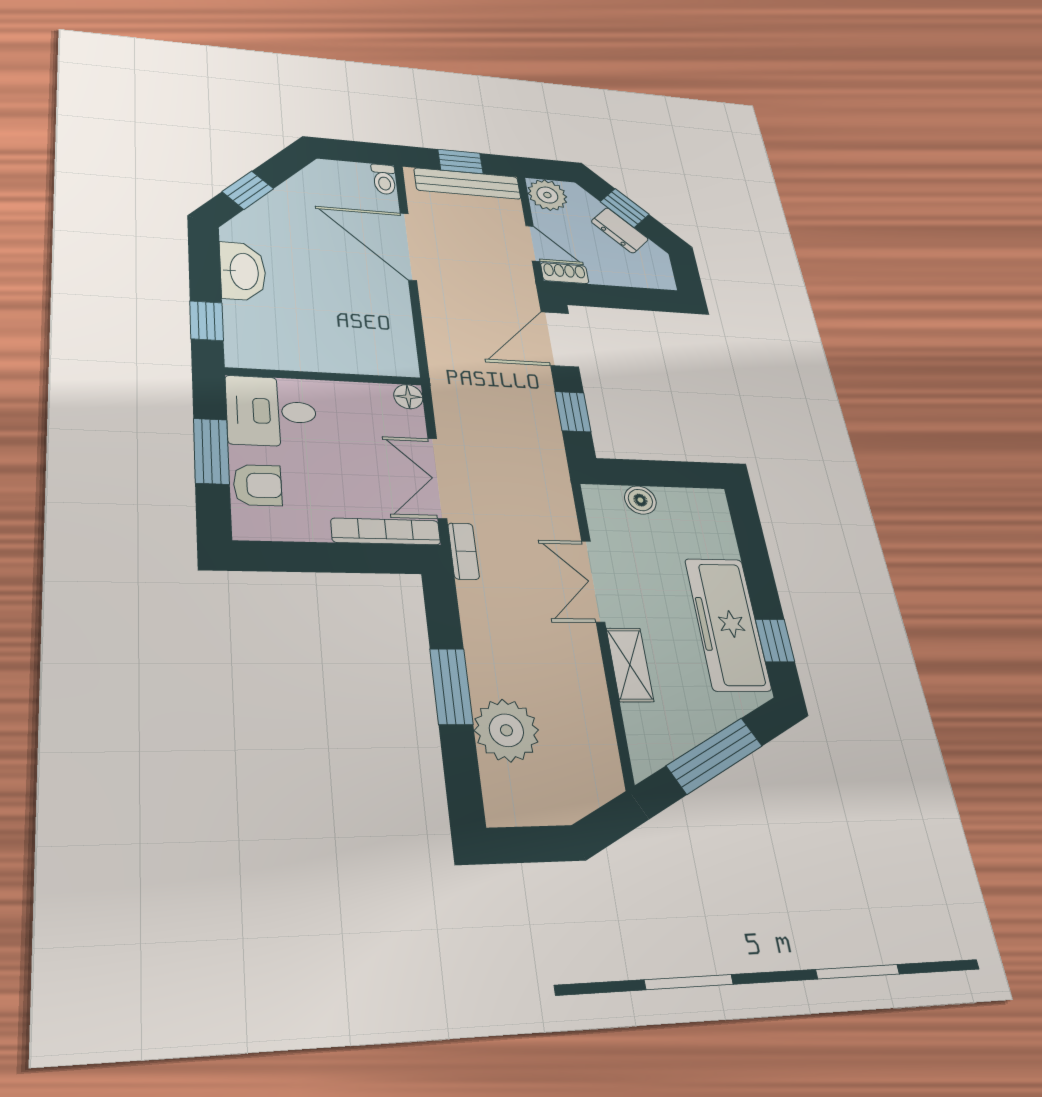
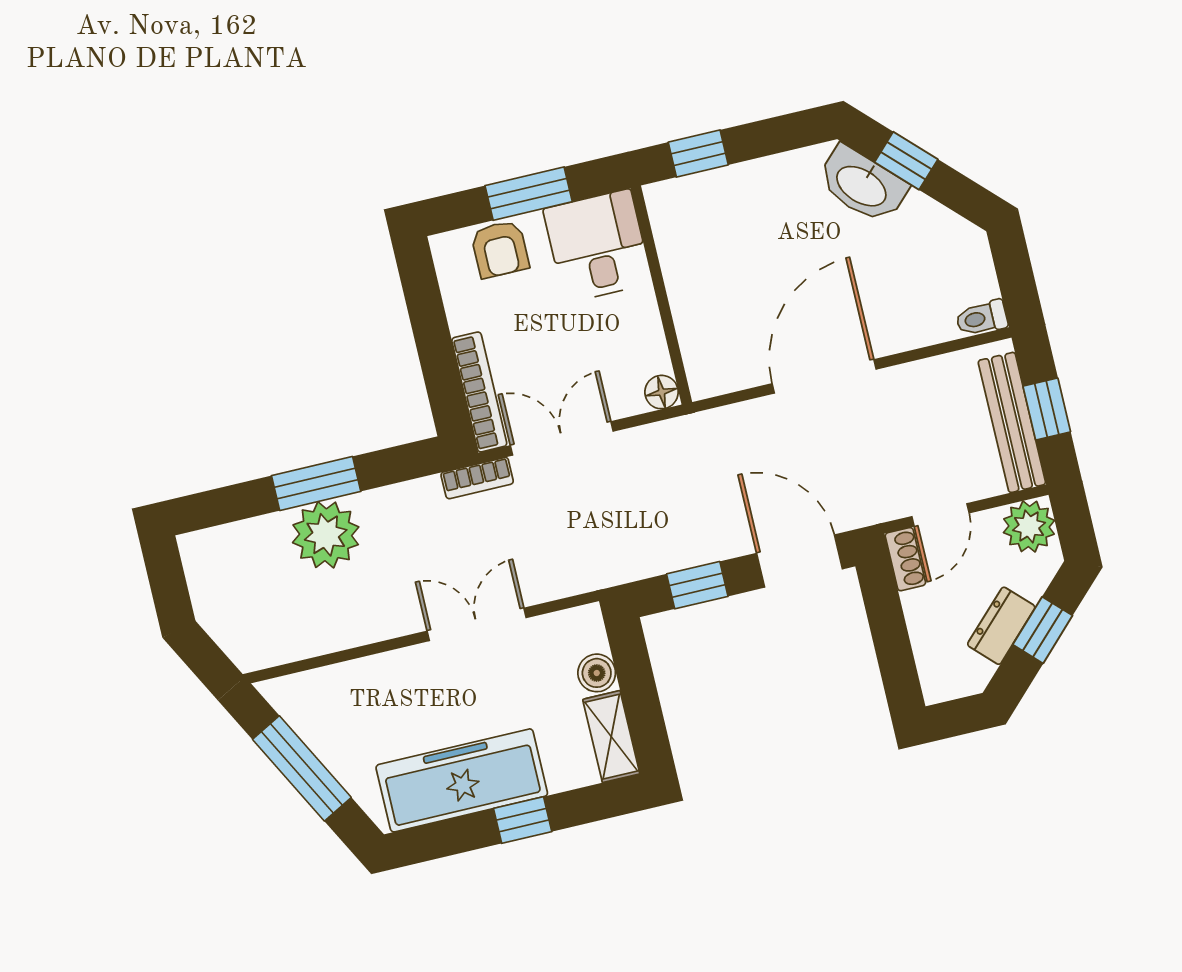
door: (408, 246) -> (824, 376), moved
washbasin: (243, 271) -> (862, 185), moved, turned 45
window: (775, 640) -> (523, 820), moved
shelving: (630, 665) -> (611, 737), moved, turned 90
plant: (506, 730) -> (326, 535), moved

